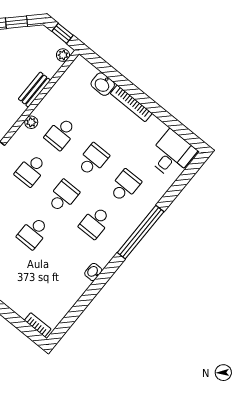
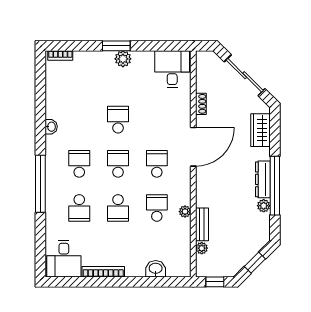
plant: (63, 55) -> (202, 248), moved
bookcase: (131, 103) -> (103, 272), moved
plant: (31, 122) -> (185, 212), moved
school desk: (63, 196) -> (118, 164), turned 180

